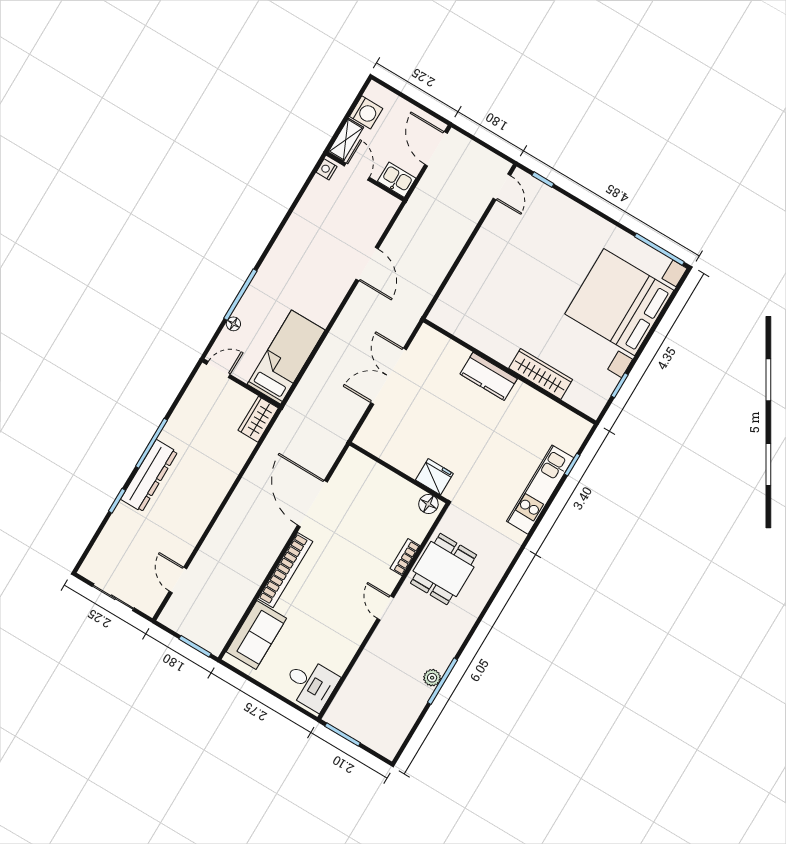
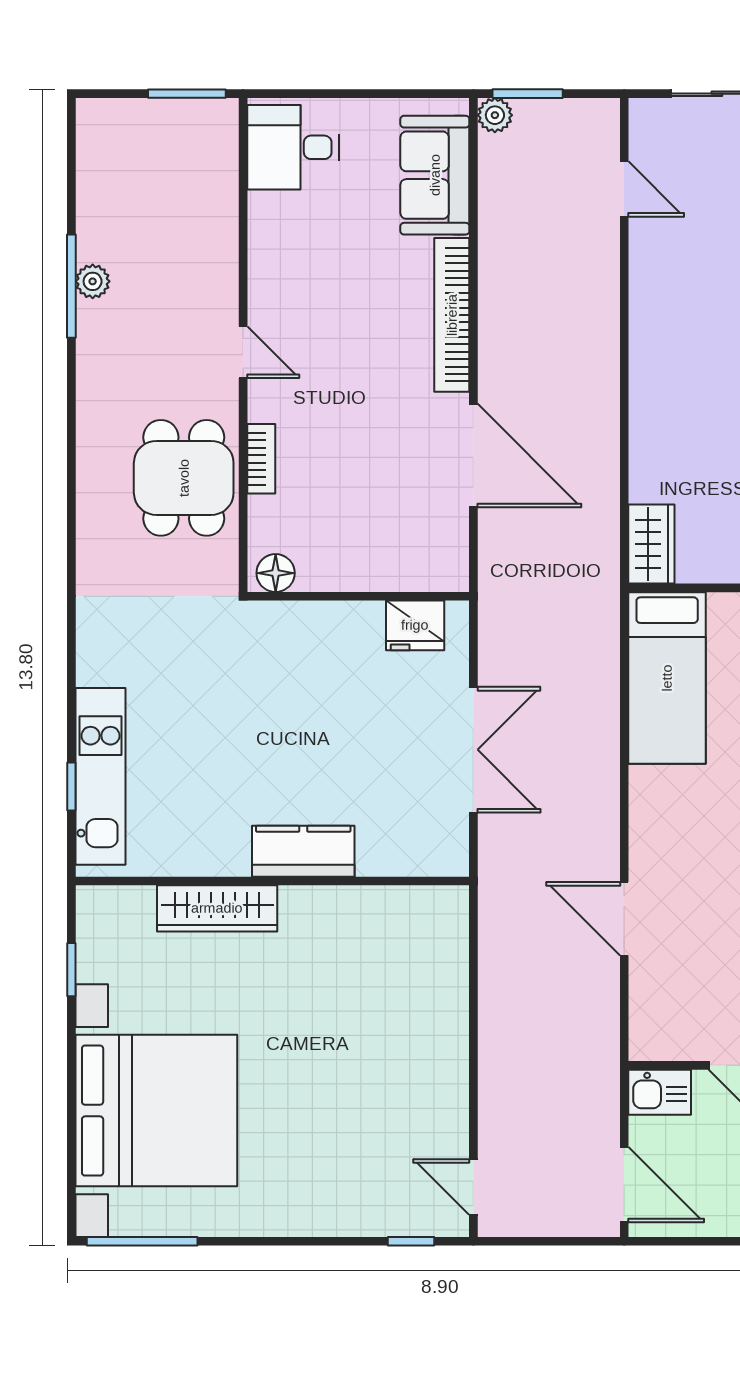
fridge: (434, 477) -> (415, 625), moved
kitchen unit: (540, 490) -> (100, 776), moved
plant: (215, 645) -> (495, 115), added

